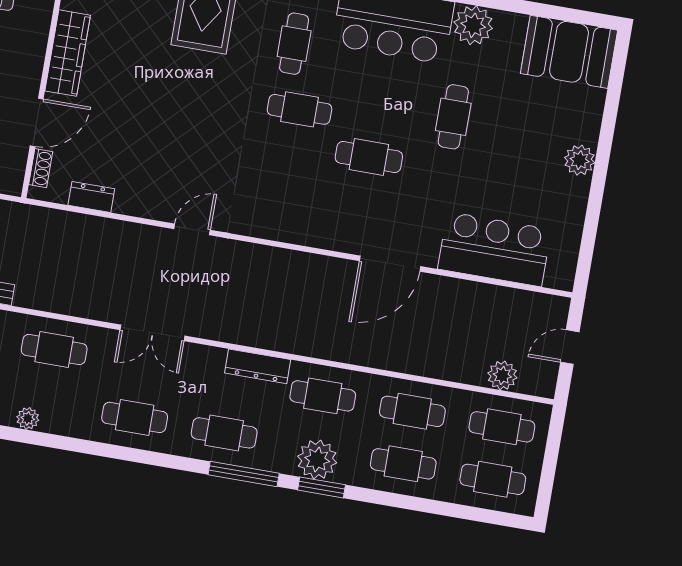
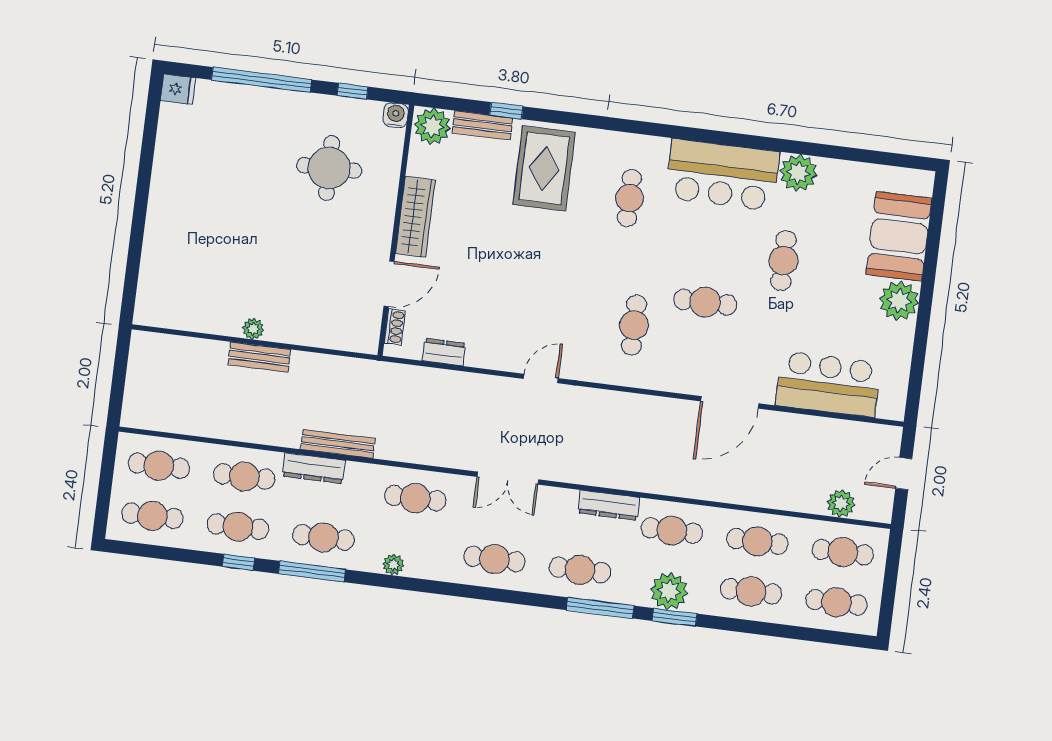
booth: (569, 52) -> (899, 236), moved, turned 90
cafe table: (299, 109) -> (634, 325), moved, turned 90
plant: (580, 160) -> (899, 301), width x1.36, depth x1.36

